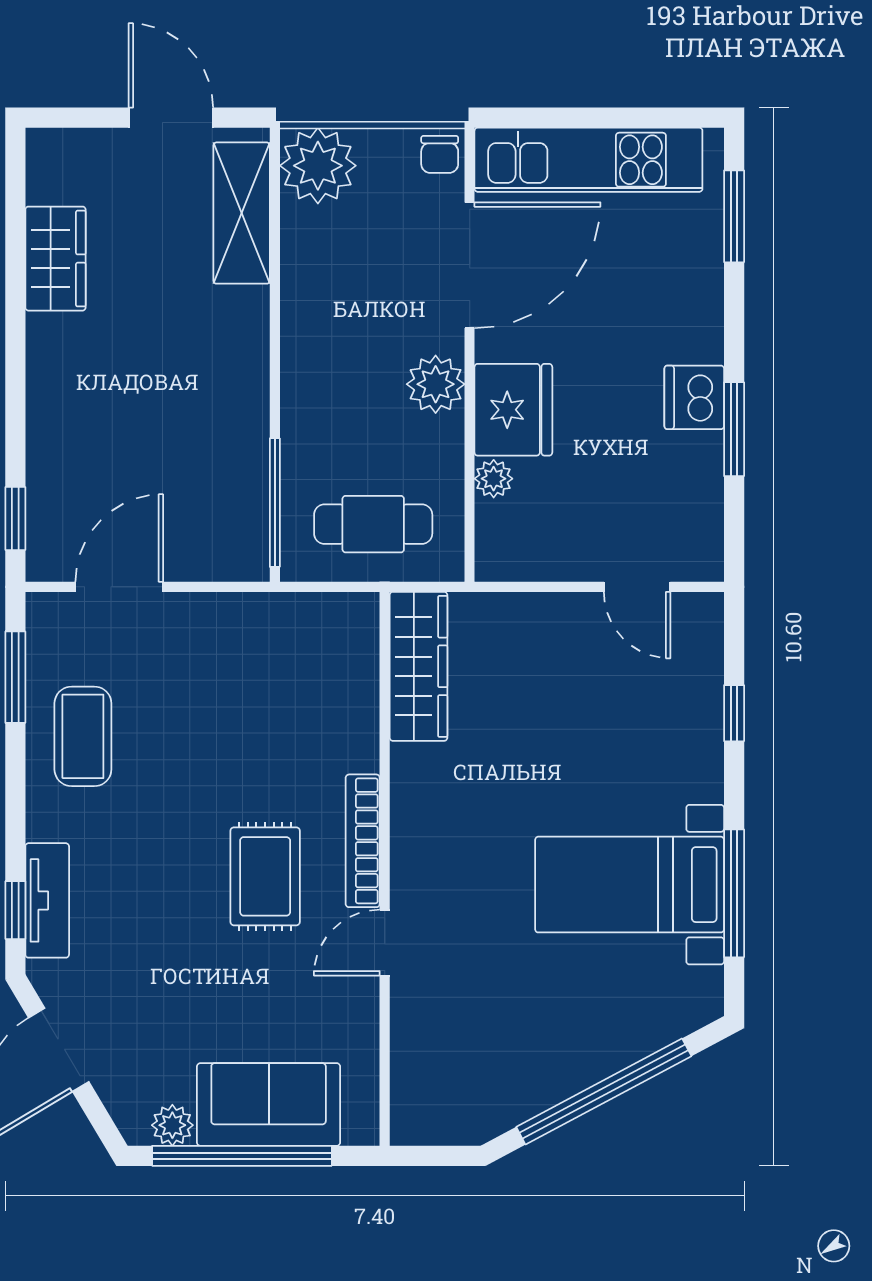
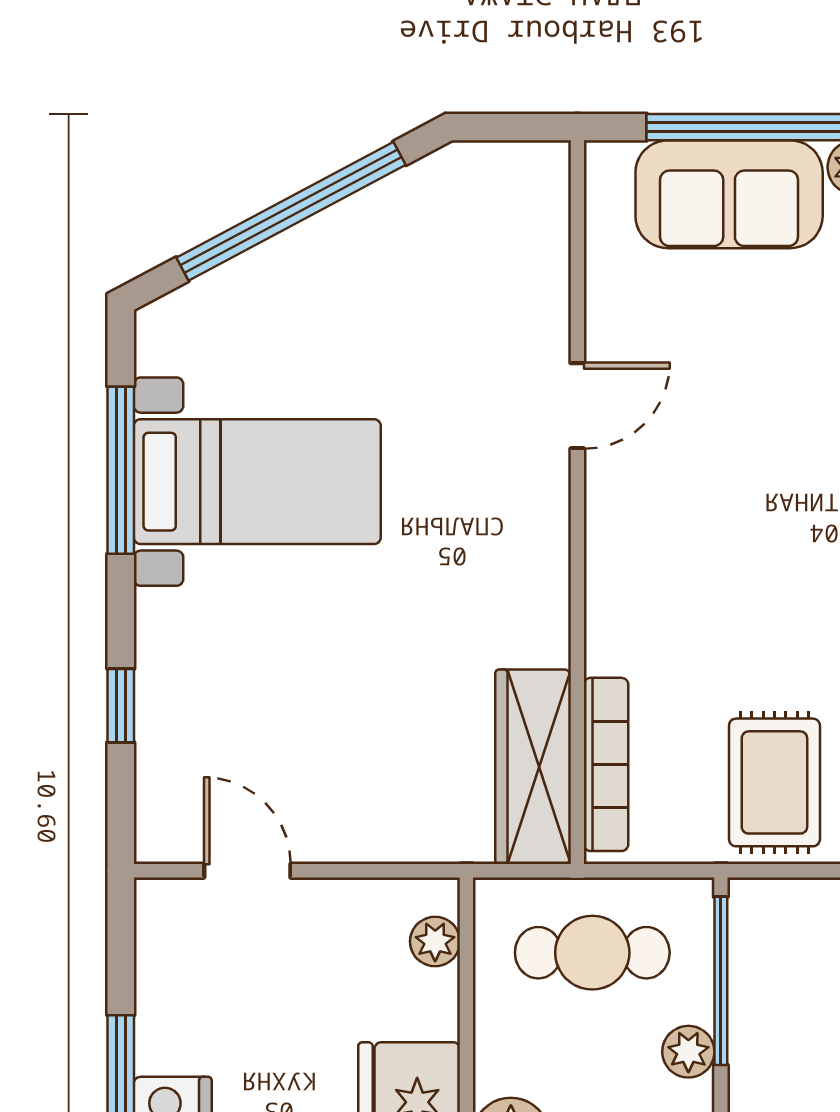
plant: (300, 448) -> (688, 1052), added
plant: (494, 479) -> (435, 941), moved
bookcase: (363, 841) -> (606, 764), moved
rug: (265, 876) -> (774, 782), moved

